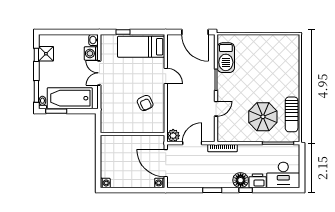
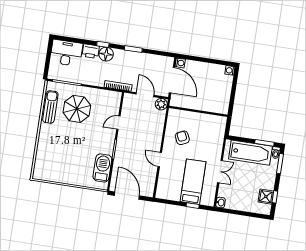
bed: (141, 47) -> (193, 182), moved, turned -90
washing machine: (91, 53) -> (225, 191), removed
door: (192, 143) -> (145, 95), swing flipped

